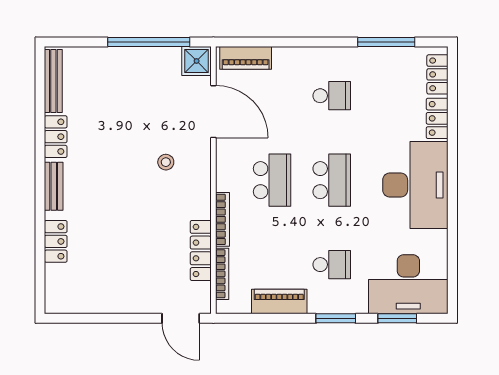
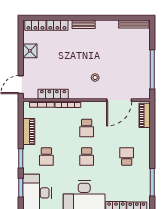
shower: (197, 61) -> (30, 51), moved
school desk: (332, 96) -> (127, 156), turned 180
locker: (56, 137) -> (35, 25), moved
school desk: (272, 180) -> (87, 128), width x0.54
school desk: (332, 180) -> (87, 156), width x0.54

